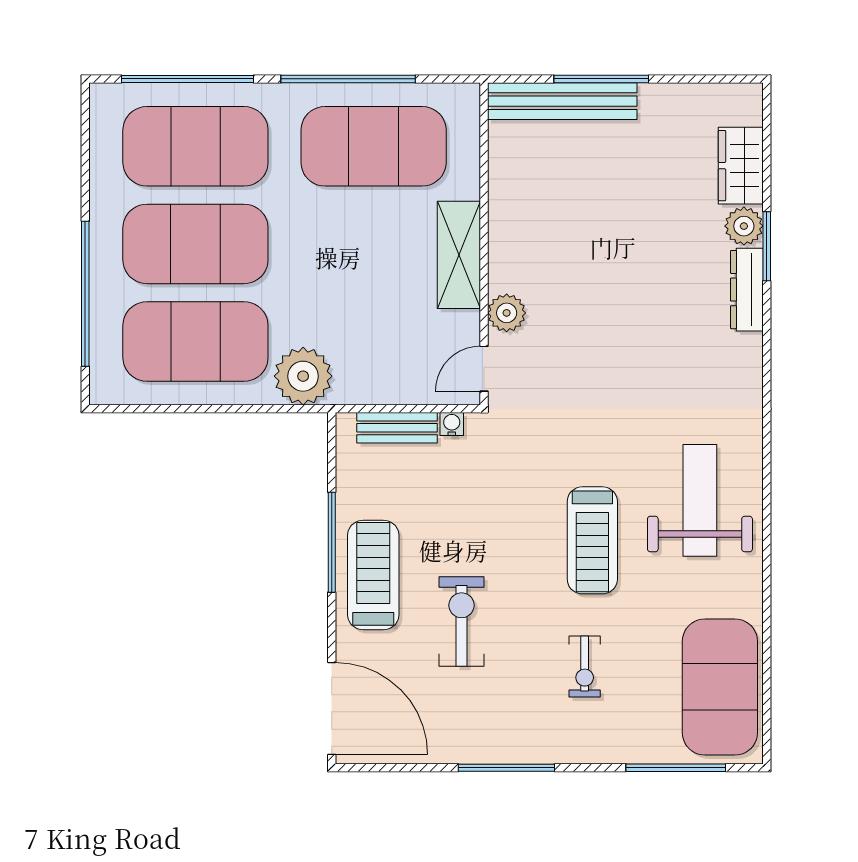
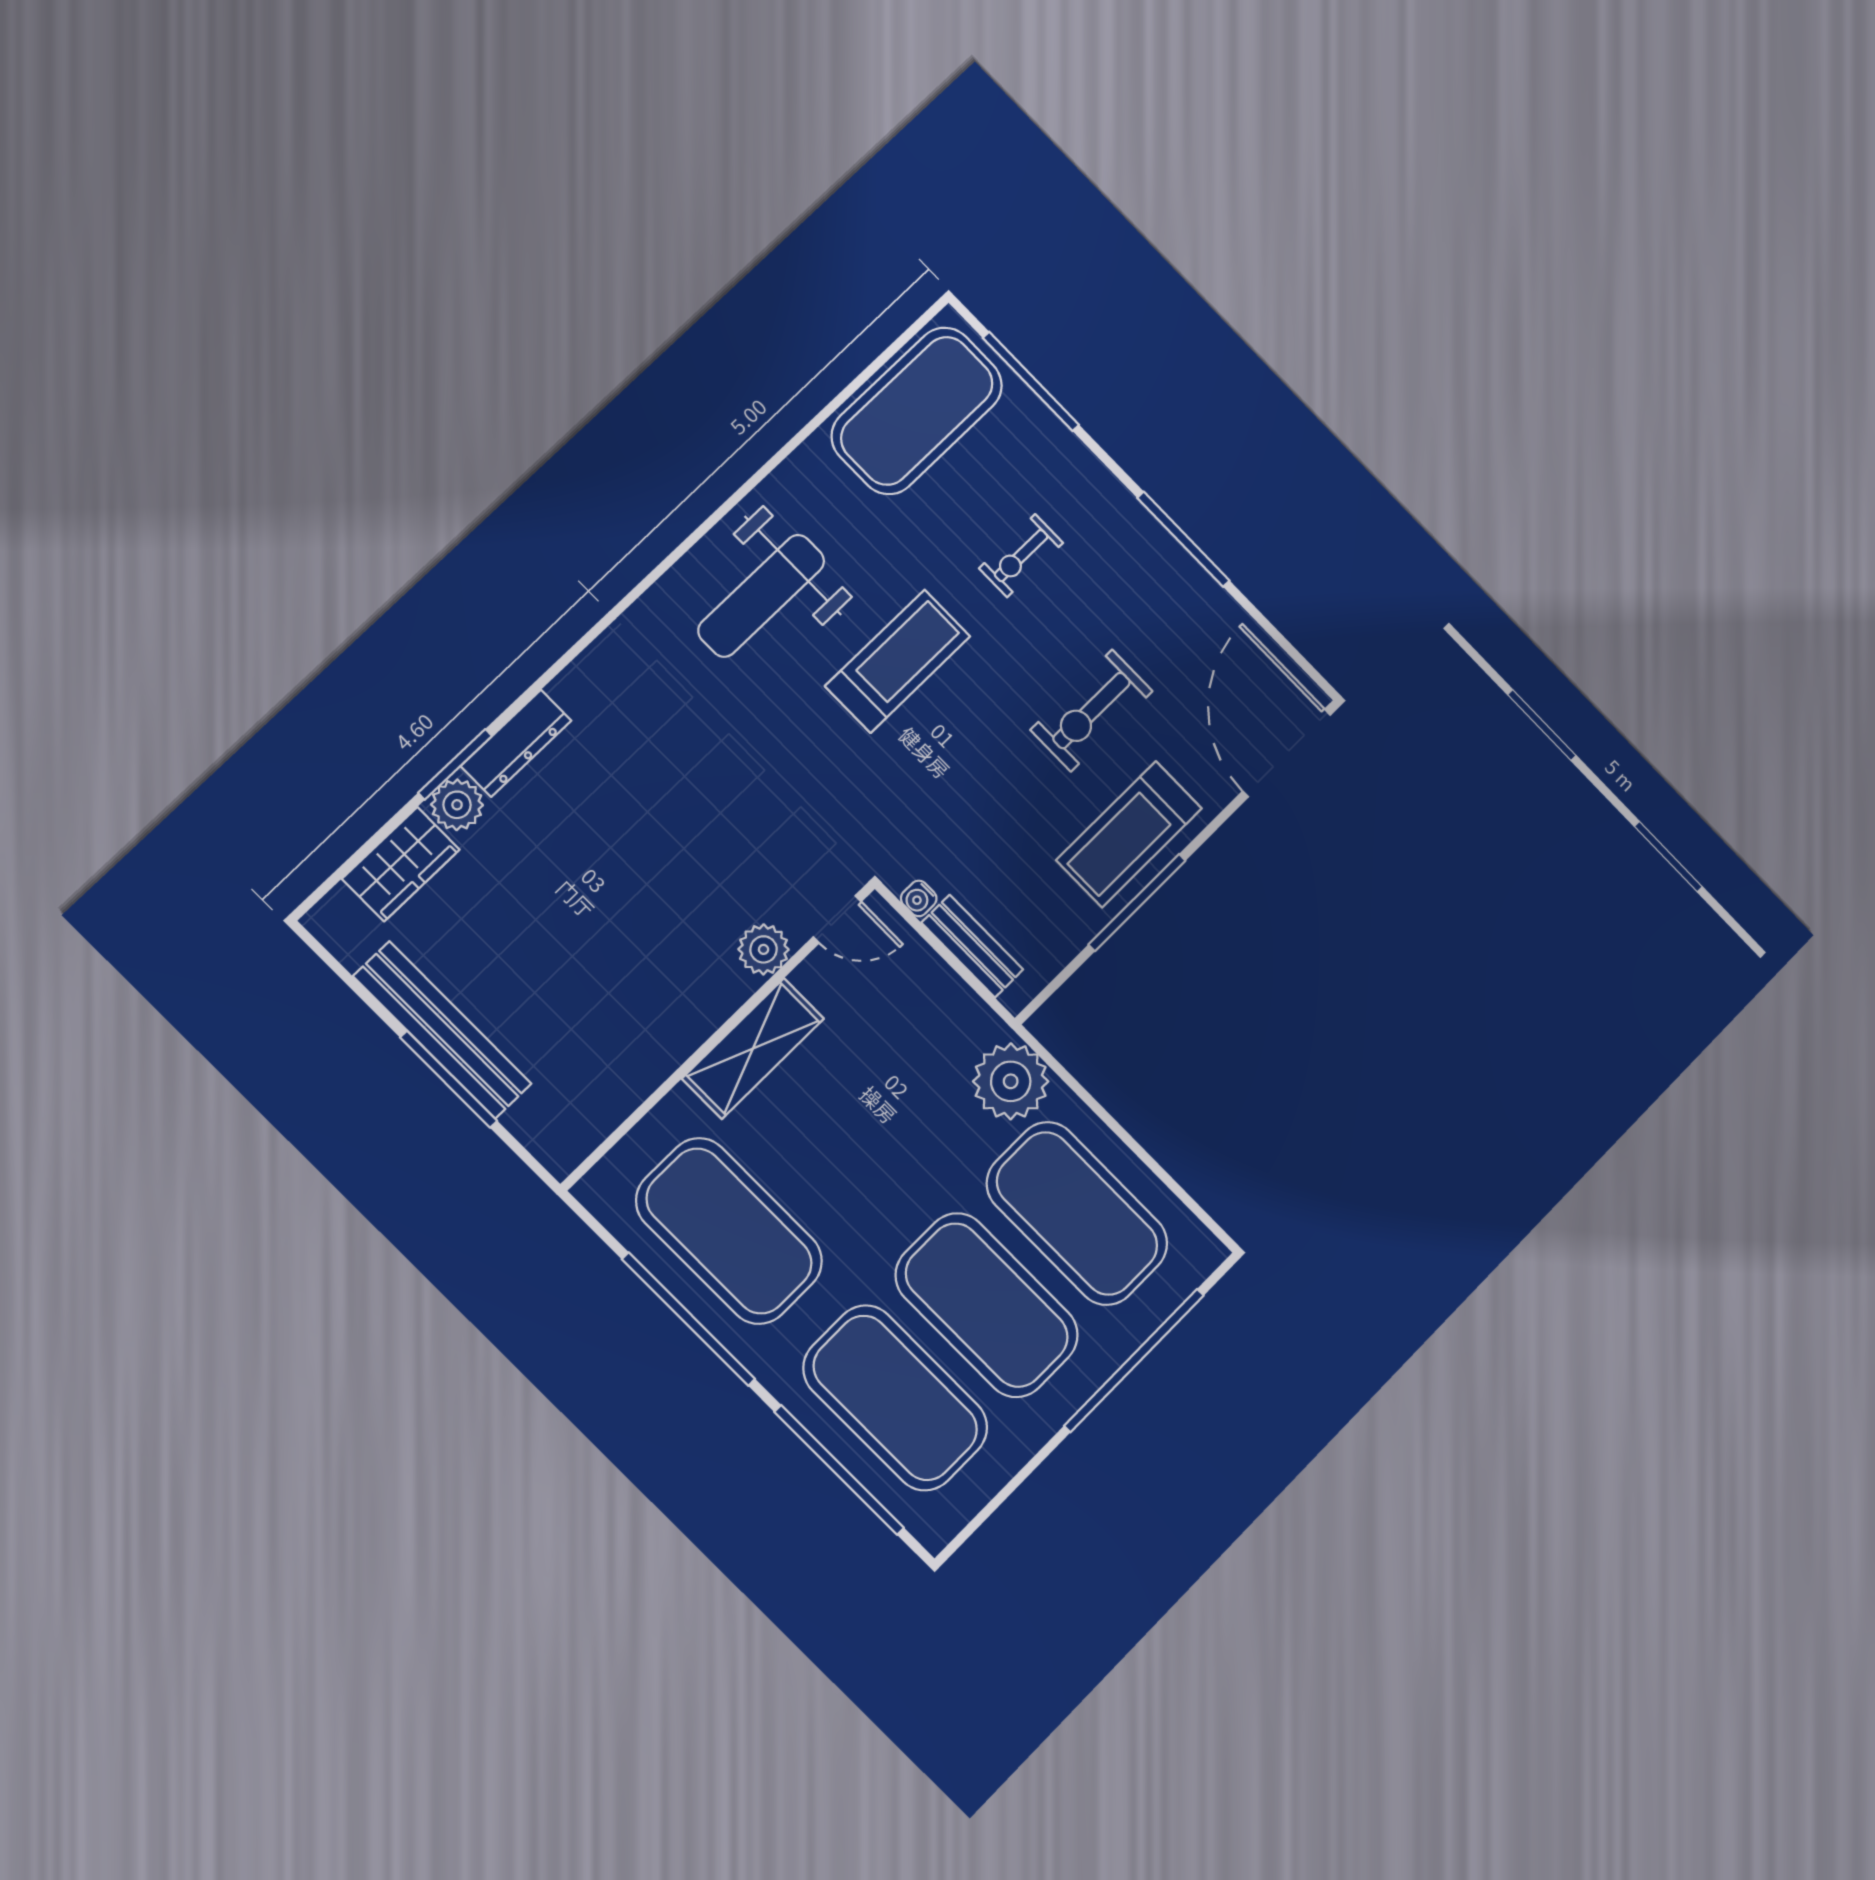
bench: (562, 101) -> (442, 1030), moved
exercise bike: (585, 667) -> (1021, 556), turned 180

